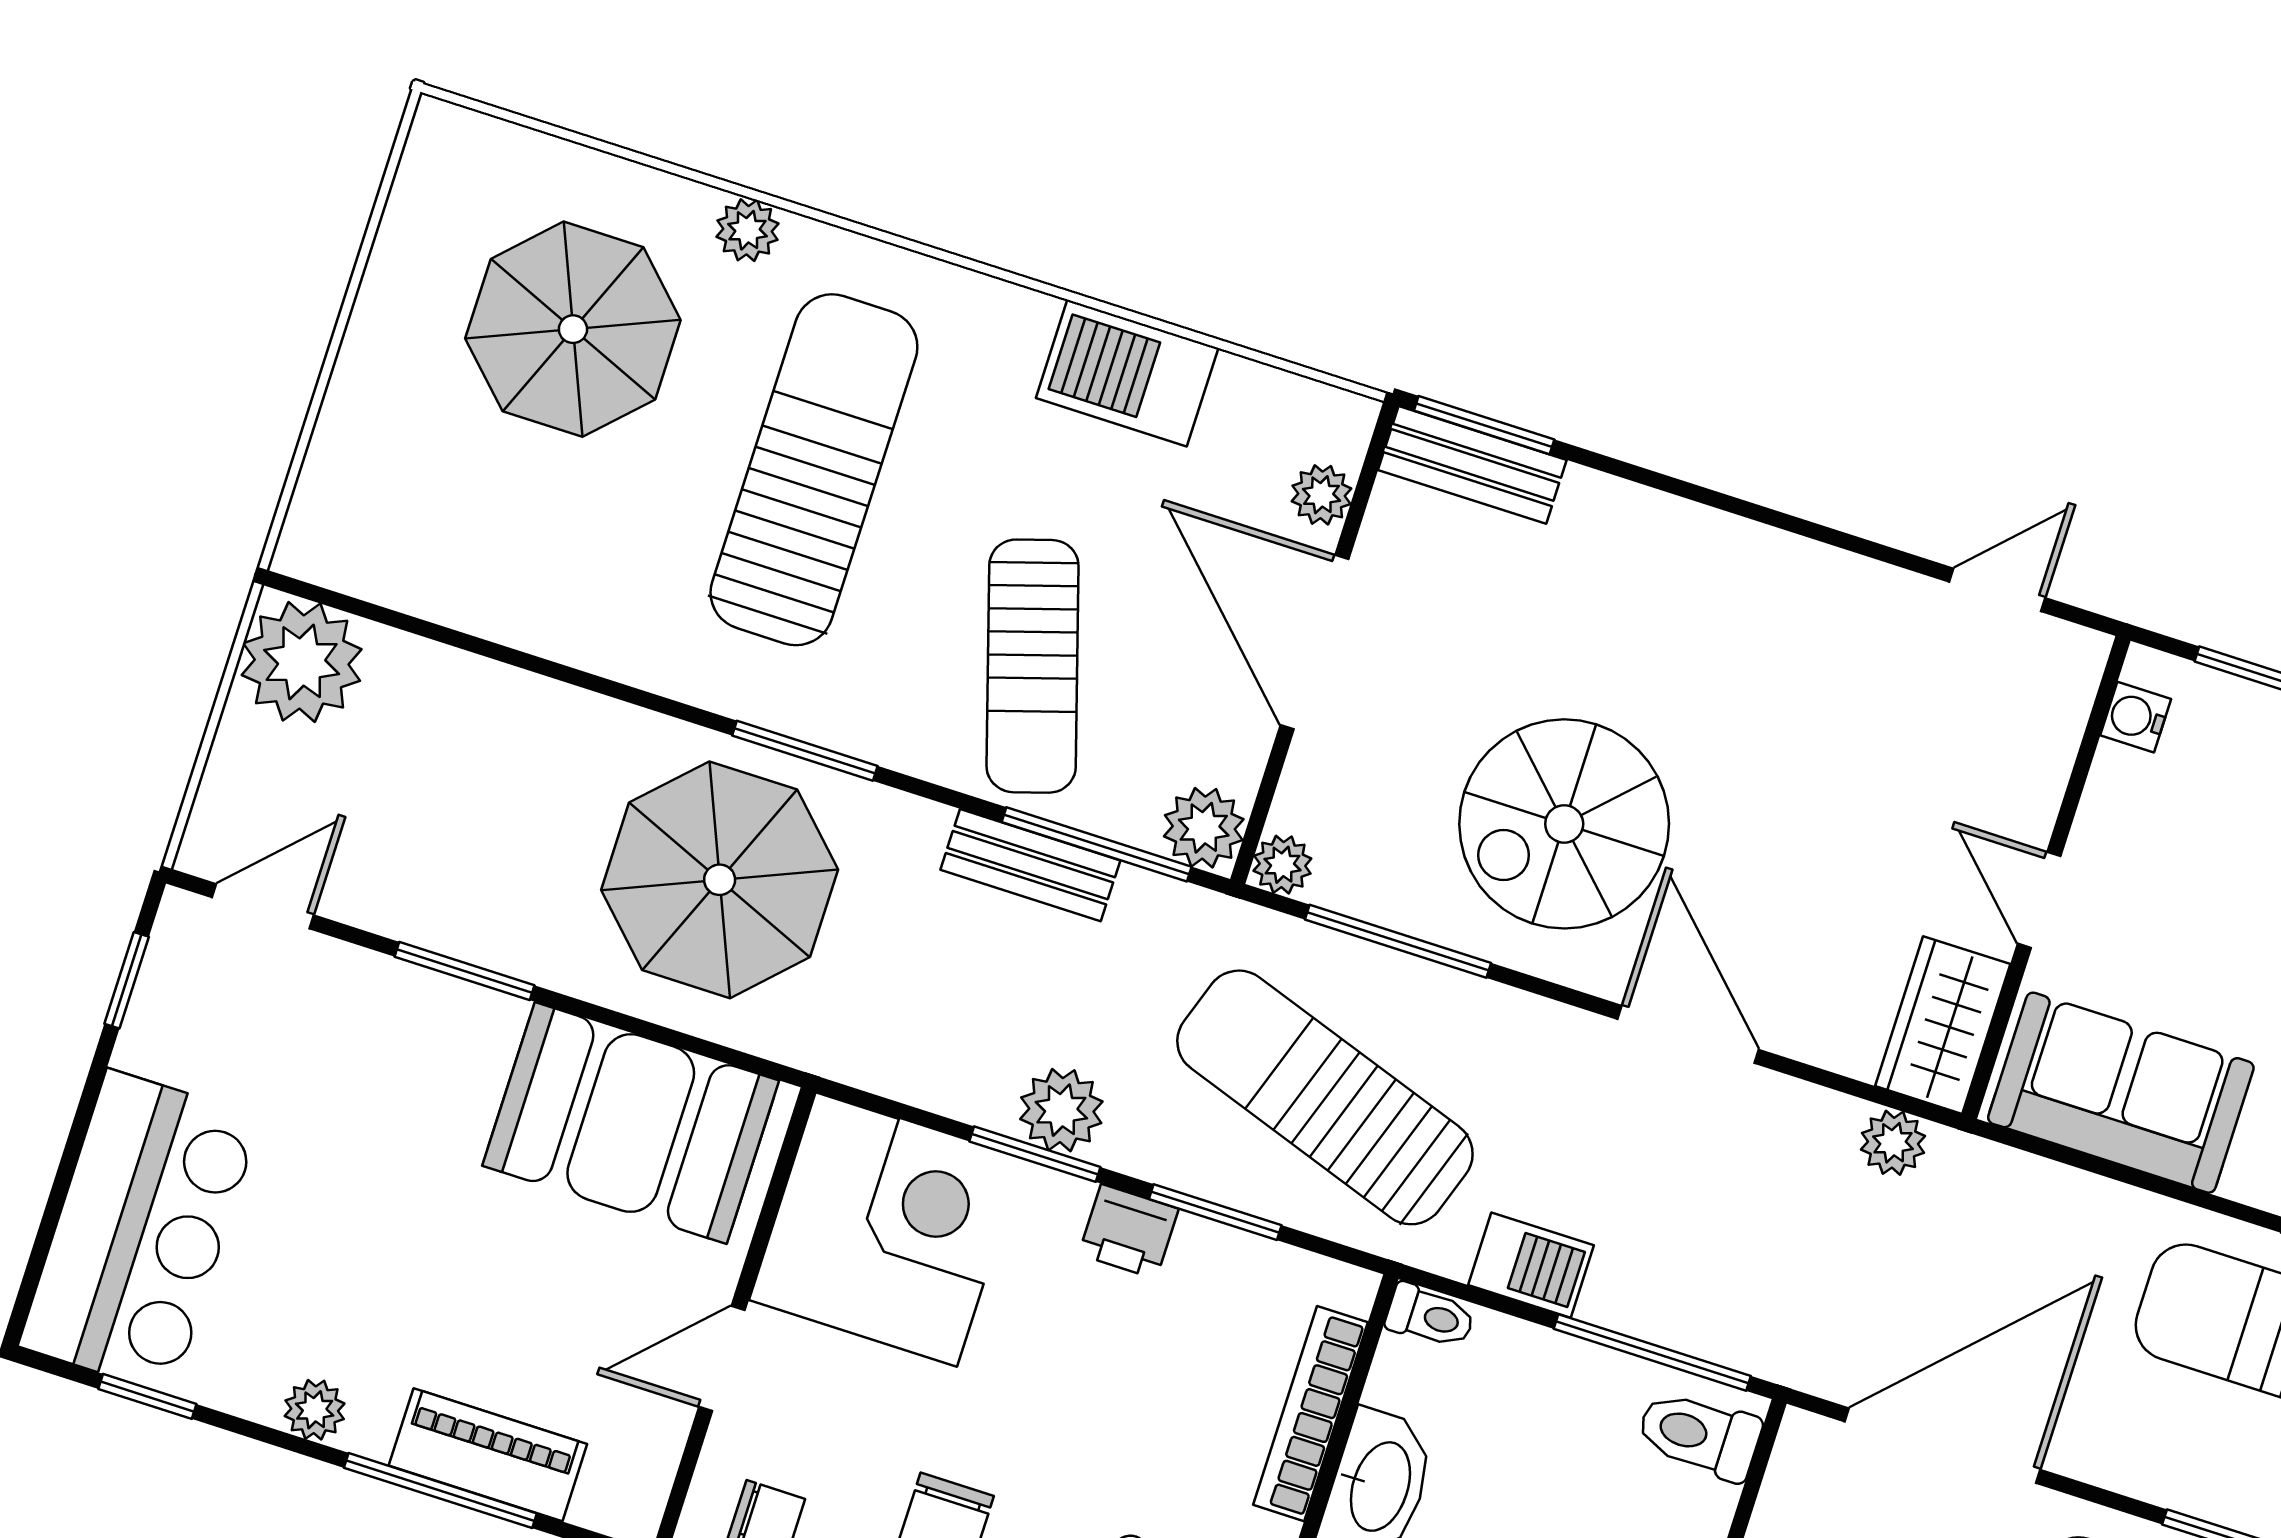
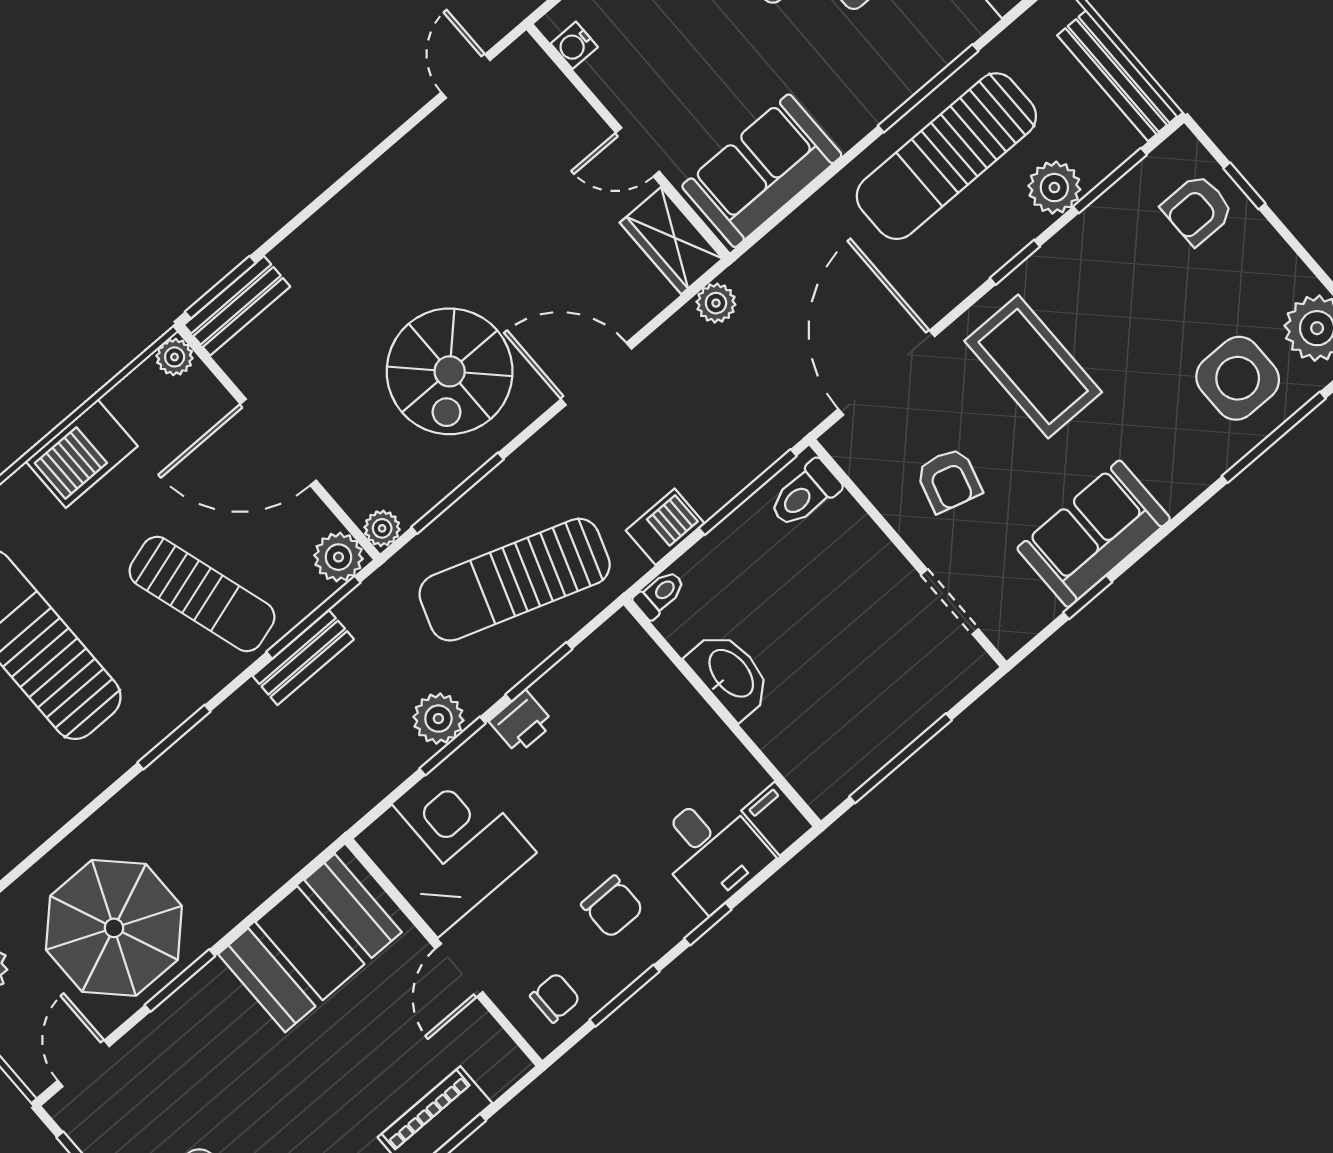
plant: (1321, 495) -> (175, 357), moved
parasol: (720, 880) -> (114, 928), moved
bookcase: (1311, 1414) -> (672, 686), removed

